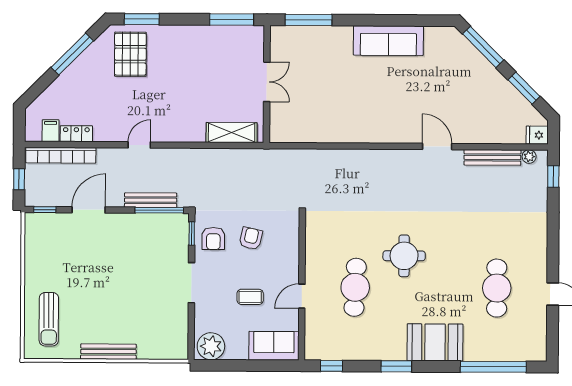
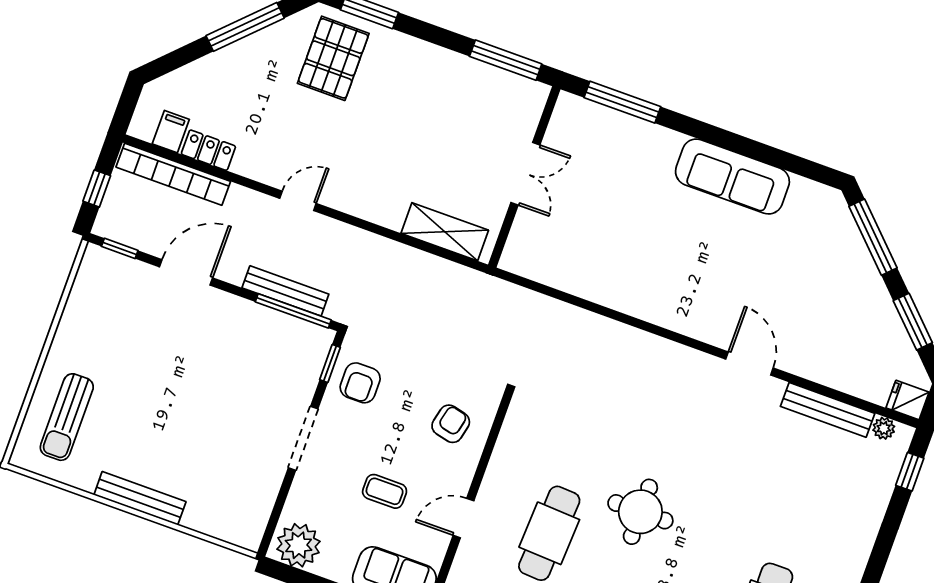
armchair: (251, 238) -> (451, 424), moved

